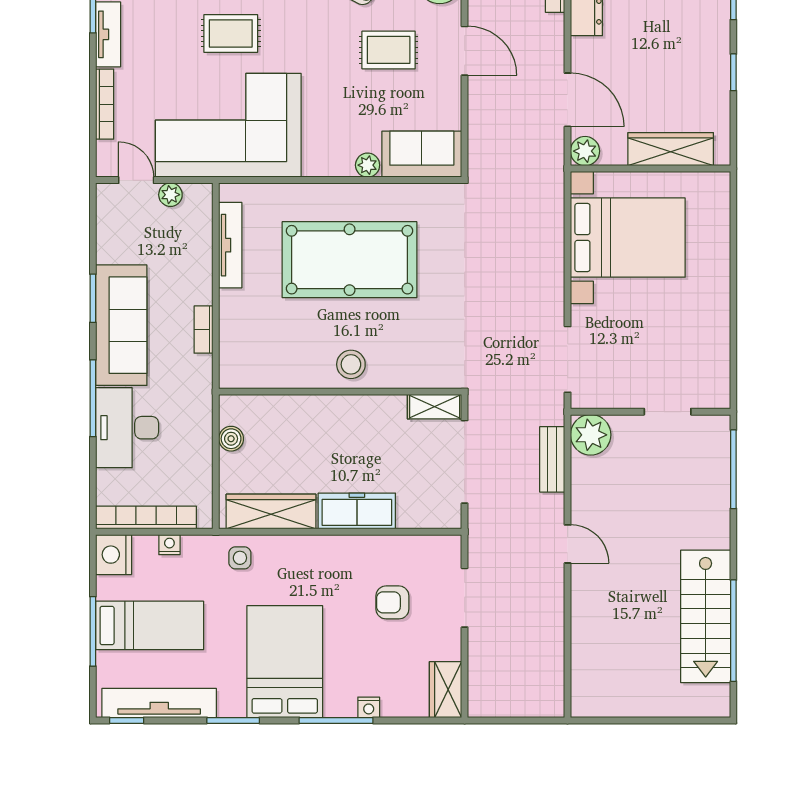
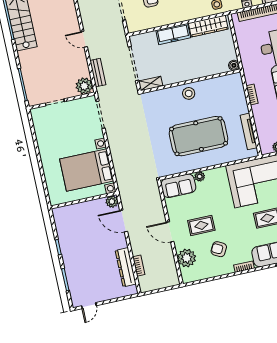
wardrobe: (671, 149) -> (77, 210), removed
boiler: (231, 439) -> (234, 65), moved

